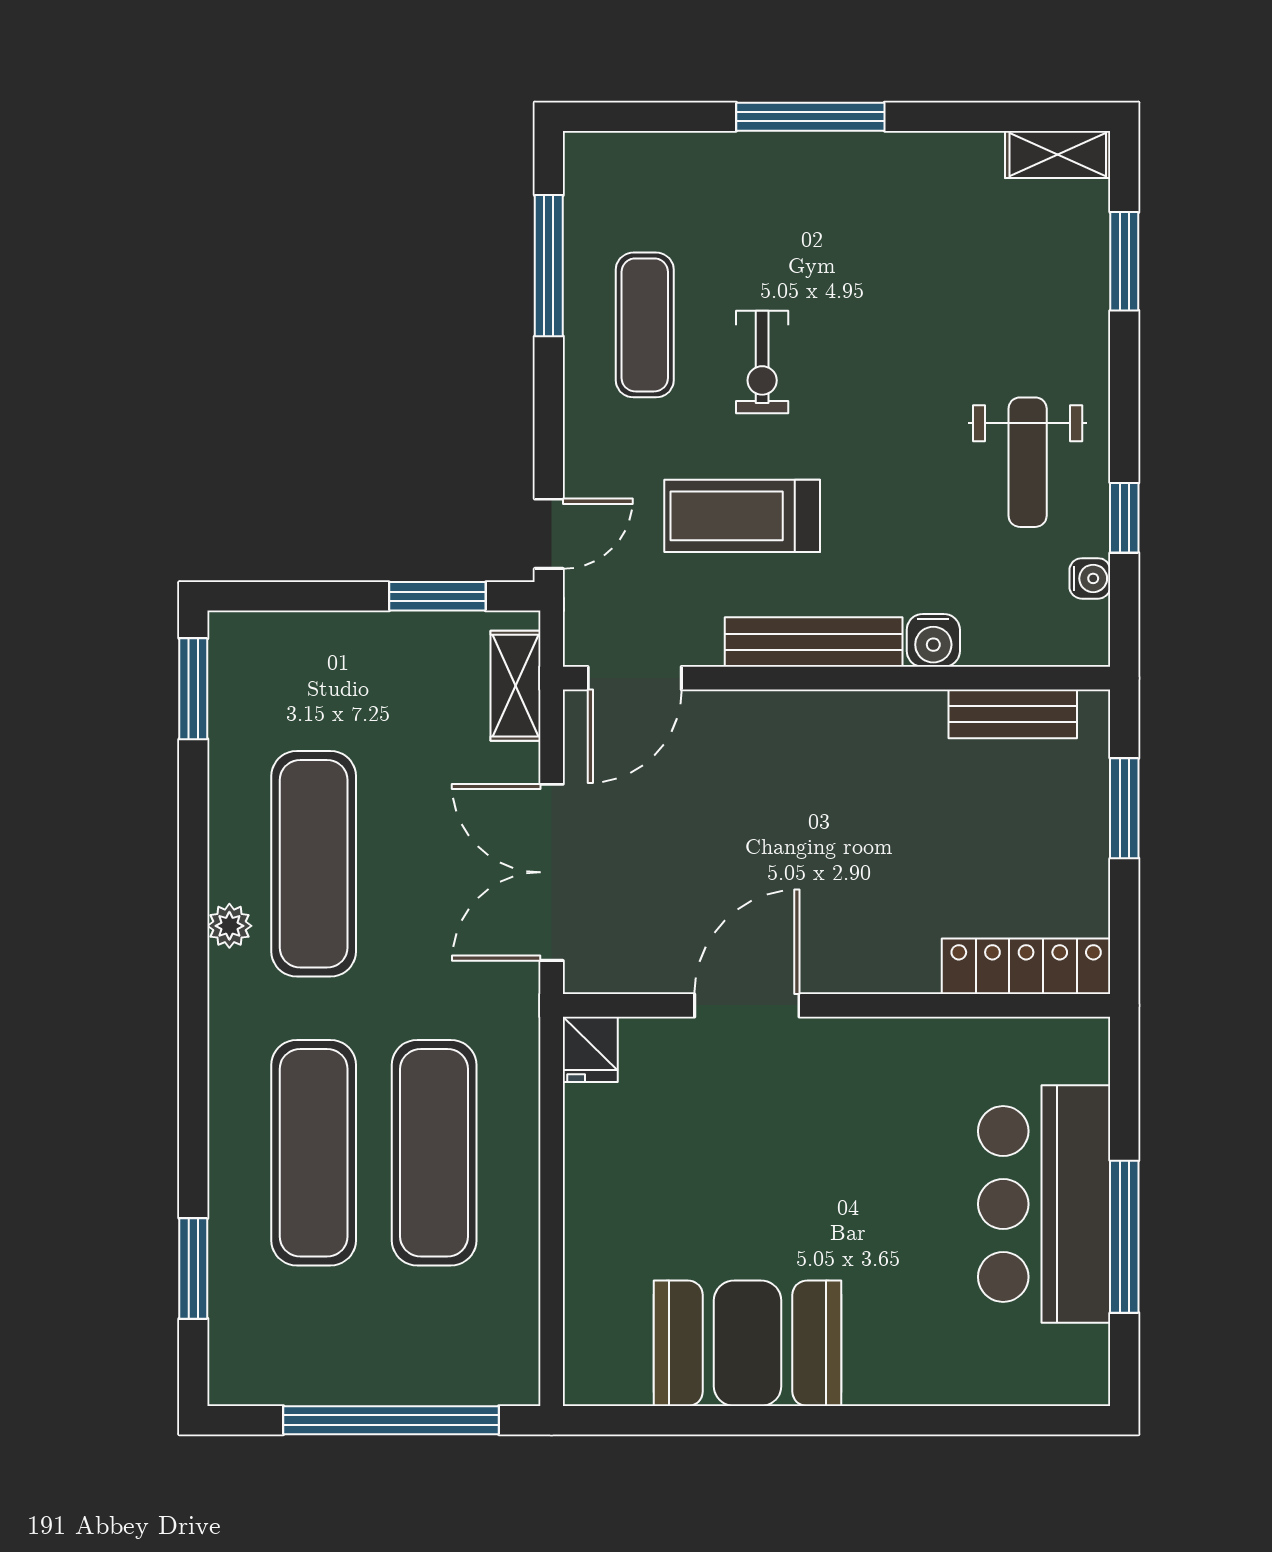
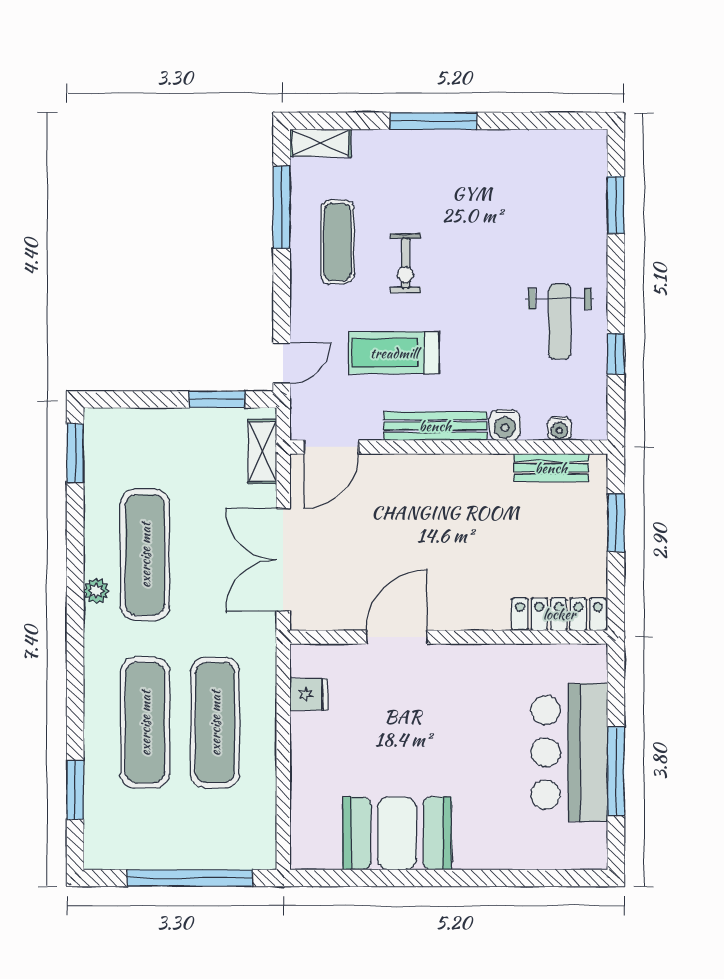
shelving: (1058, 154) -> (320, 143), moved
water cooler: (1090, 578) -> (559, 429), moved, turned 90
fridge: (590, 1049) -> (309, 694), moved, turned -90

